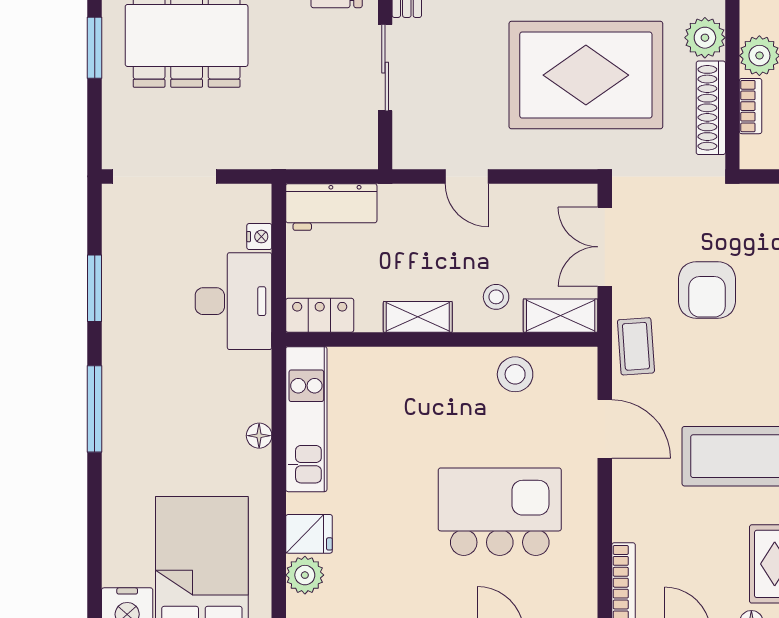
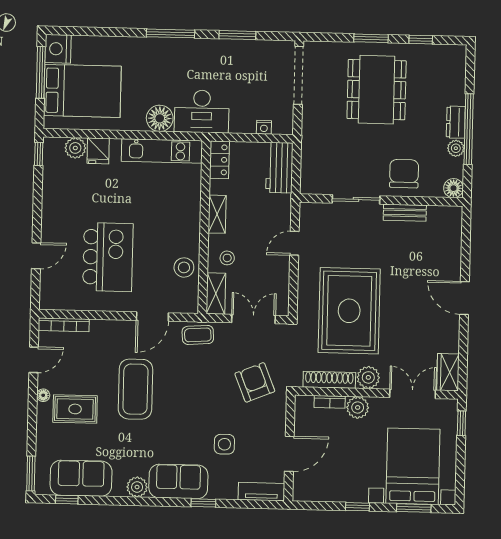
armchair: (707, 290) -> (255, 382), moved, turned 68
desk: (234, 301) -> (202, 111), moved
floor lamp: (259, 436) -> (160, 118), width x1.89, depth x1.89

